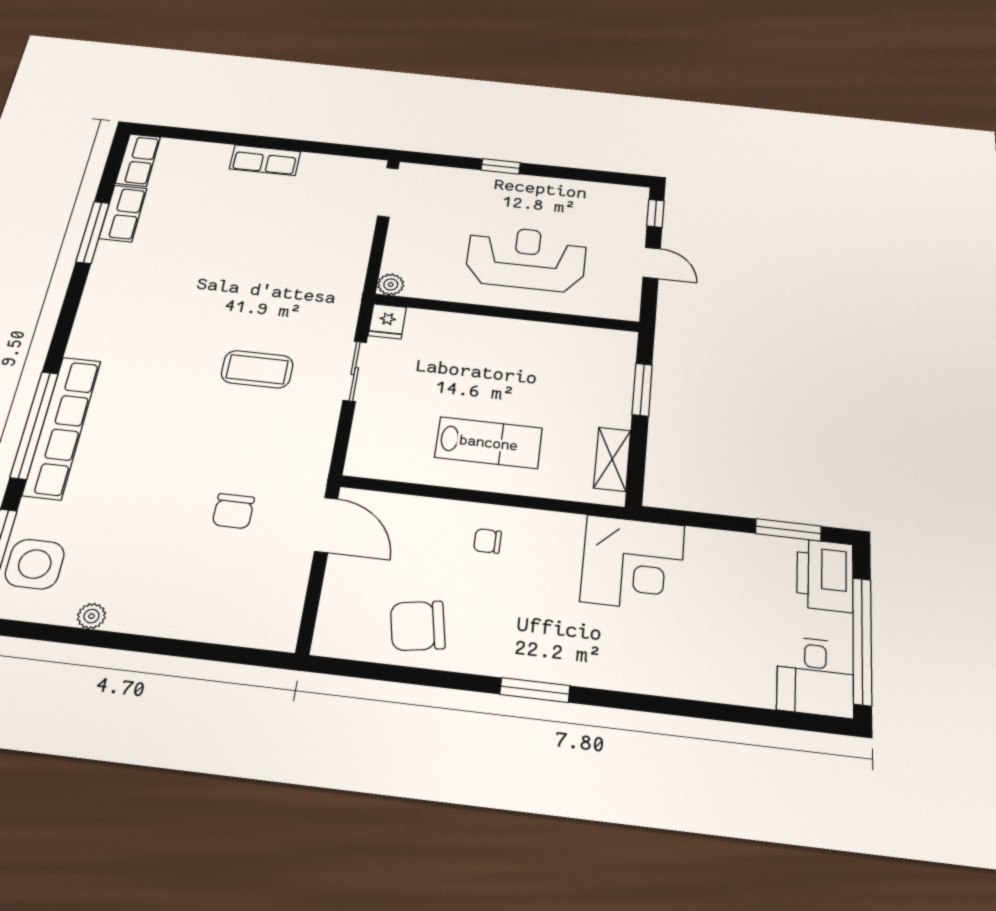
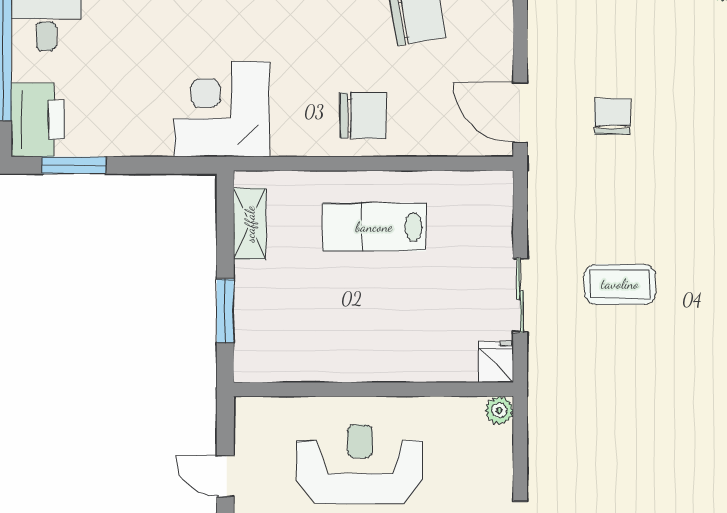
reception desk: (526, 258) -> (360, 464), turned 180
chair: (488, 541) -> (363, 115), width x1.87, depth x1.87

